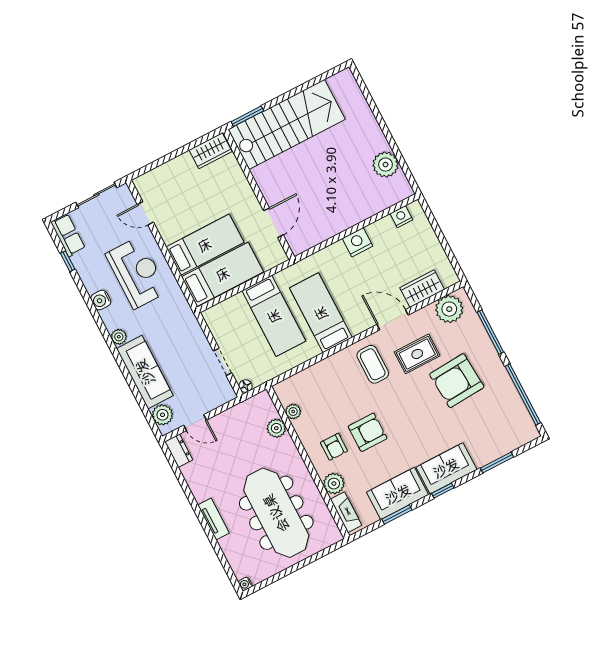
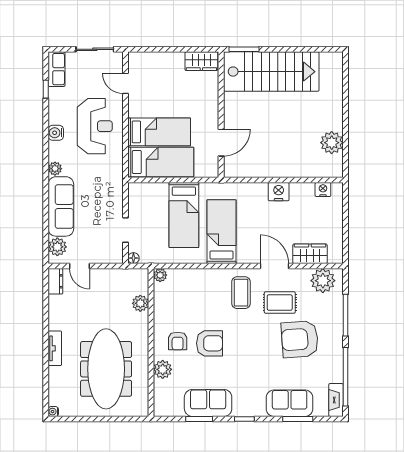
plant: (293, 412) -> (160, 275), moved
sofa: (446, 468) -> (290, 403), moved
fireplace: (346, 512) -> (336, 400), moved, turned 180

